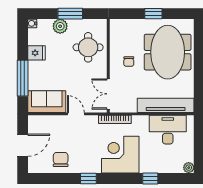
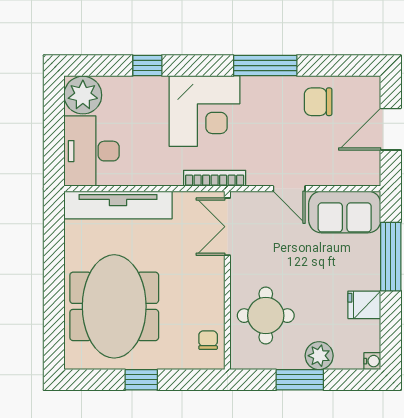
chair: (129, 62) -> (208, 340), moved
double door: (108, 94) -> (227, 227), swing flipped
desk: (168, 130) -> (92, 151), moved, turned 90
chair: (61, 159) -> (318, 102), turned 90
plant: (189, 168) -> (83, 95), width x1.88, depth x1.88
window: (88, 178) -> (265, 66), width x2.17

